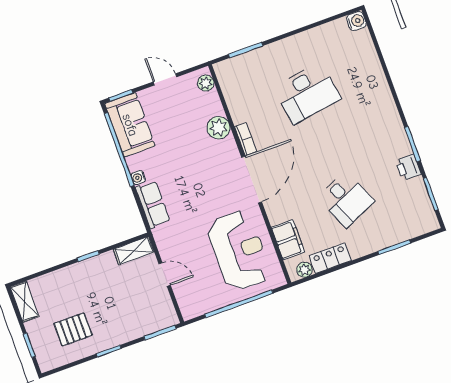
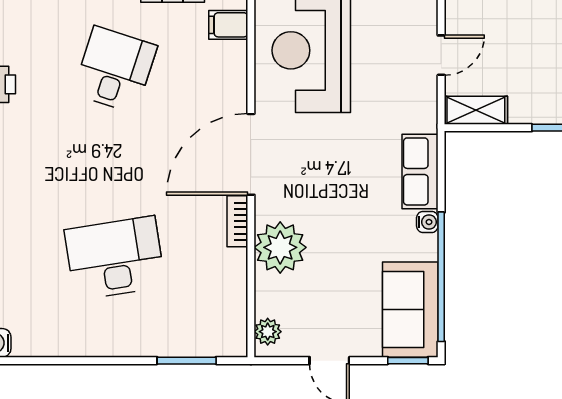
plant: (218, 128) -> (280, 247), width x1.36, depth x1.36
desk: (346, 199) -> (115, 70), turned 42
filing cabinet: (288, 240) -> (228, 25), width x0.50
door: (165, 274) -> (441, 55), swing flipped

